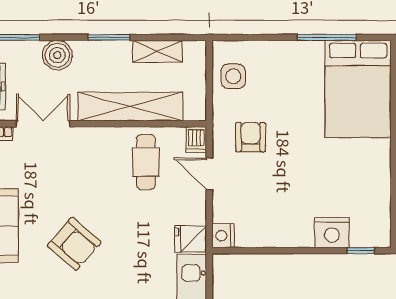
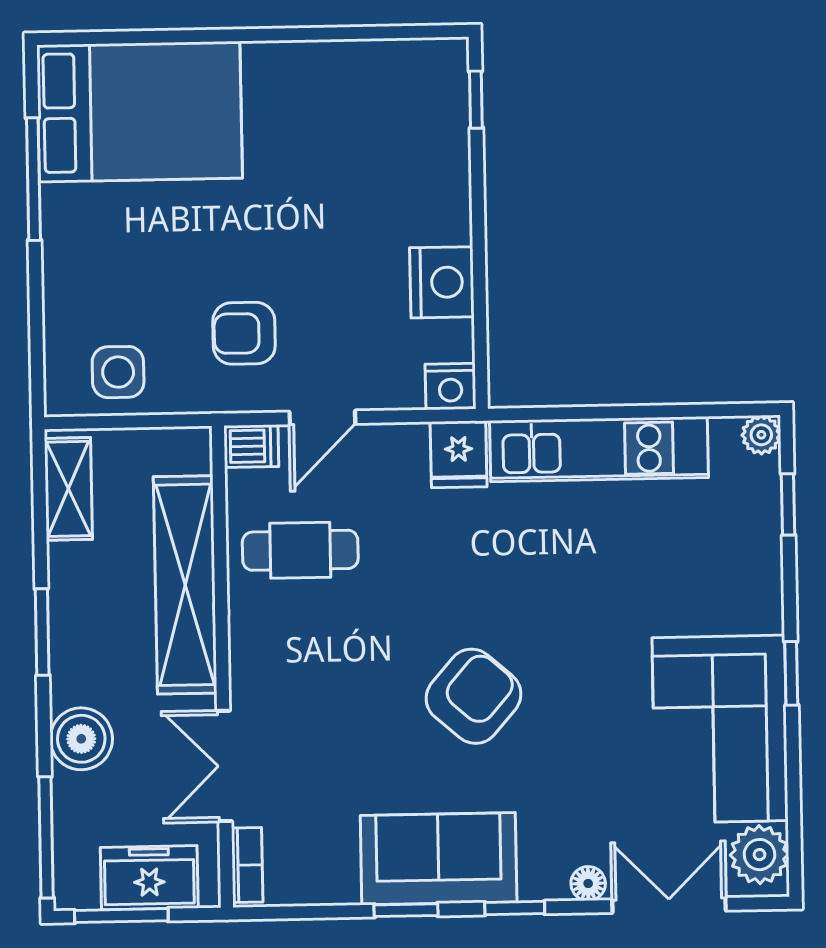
shelving: (157, 51) -> (68, 489), moved
nightstand: (332, 233) -> (442, 282), moved

